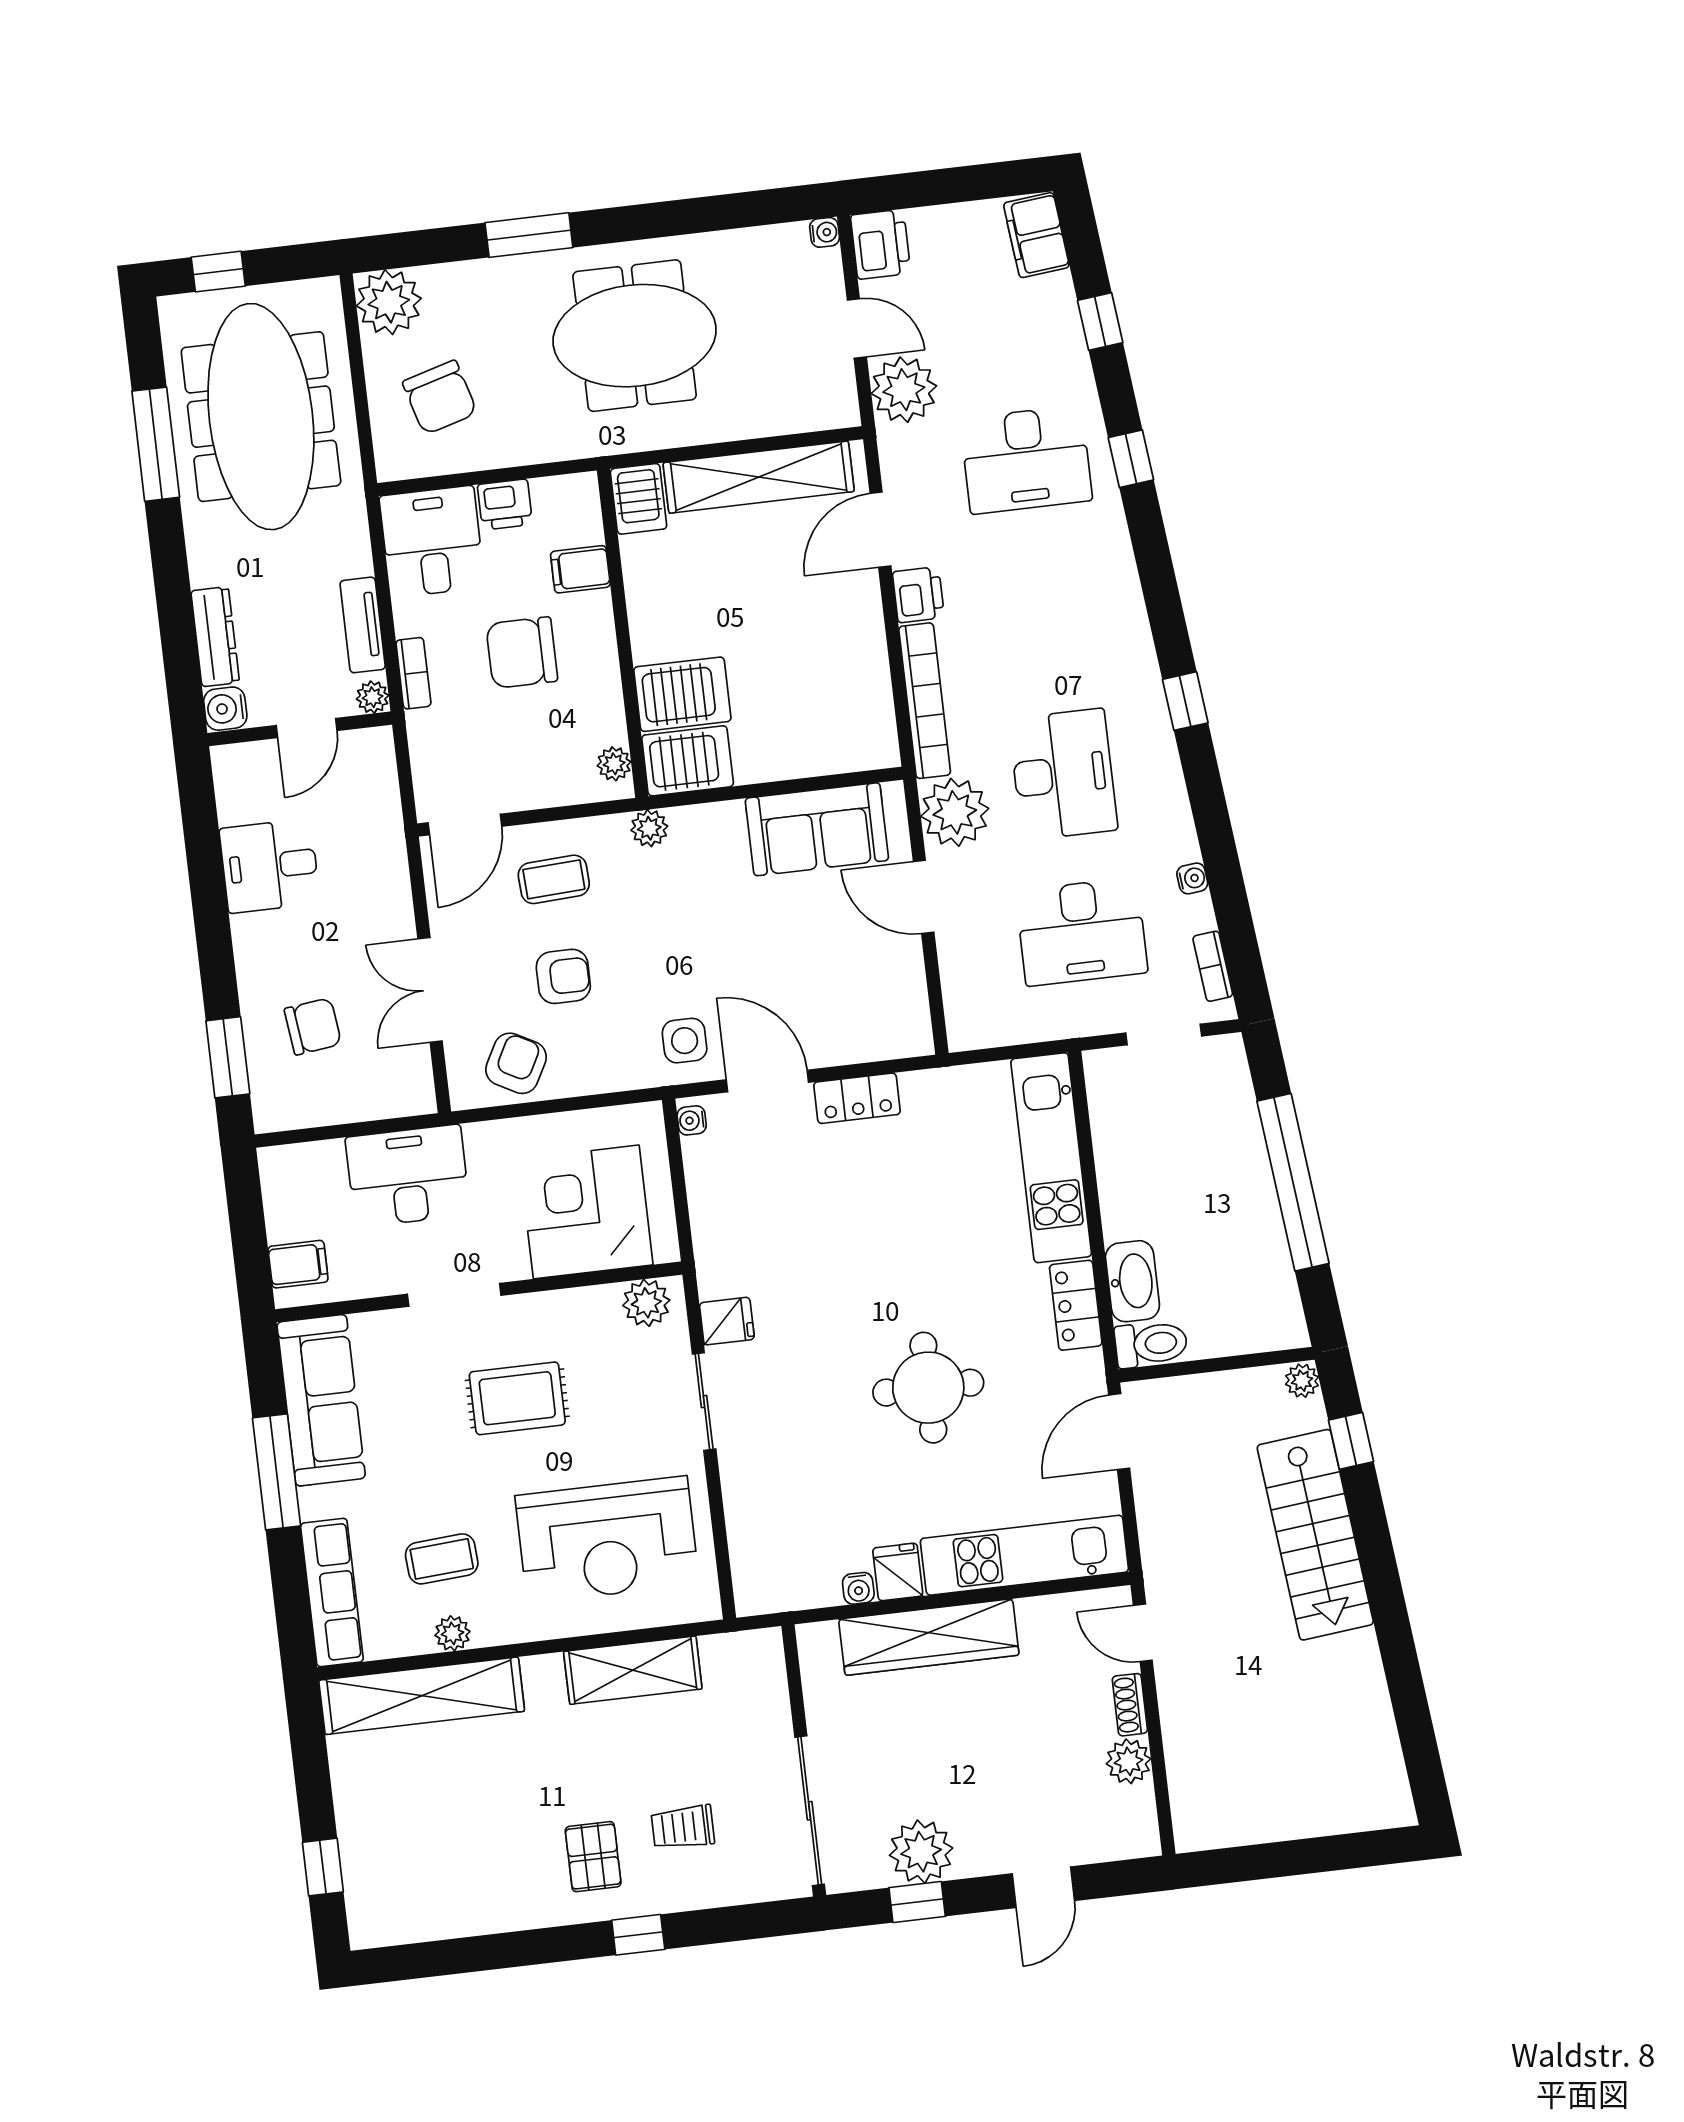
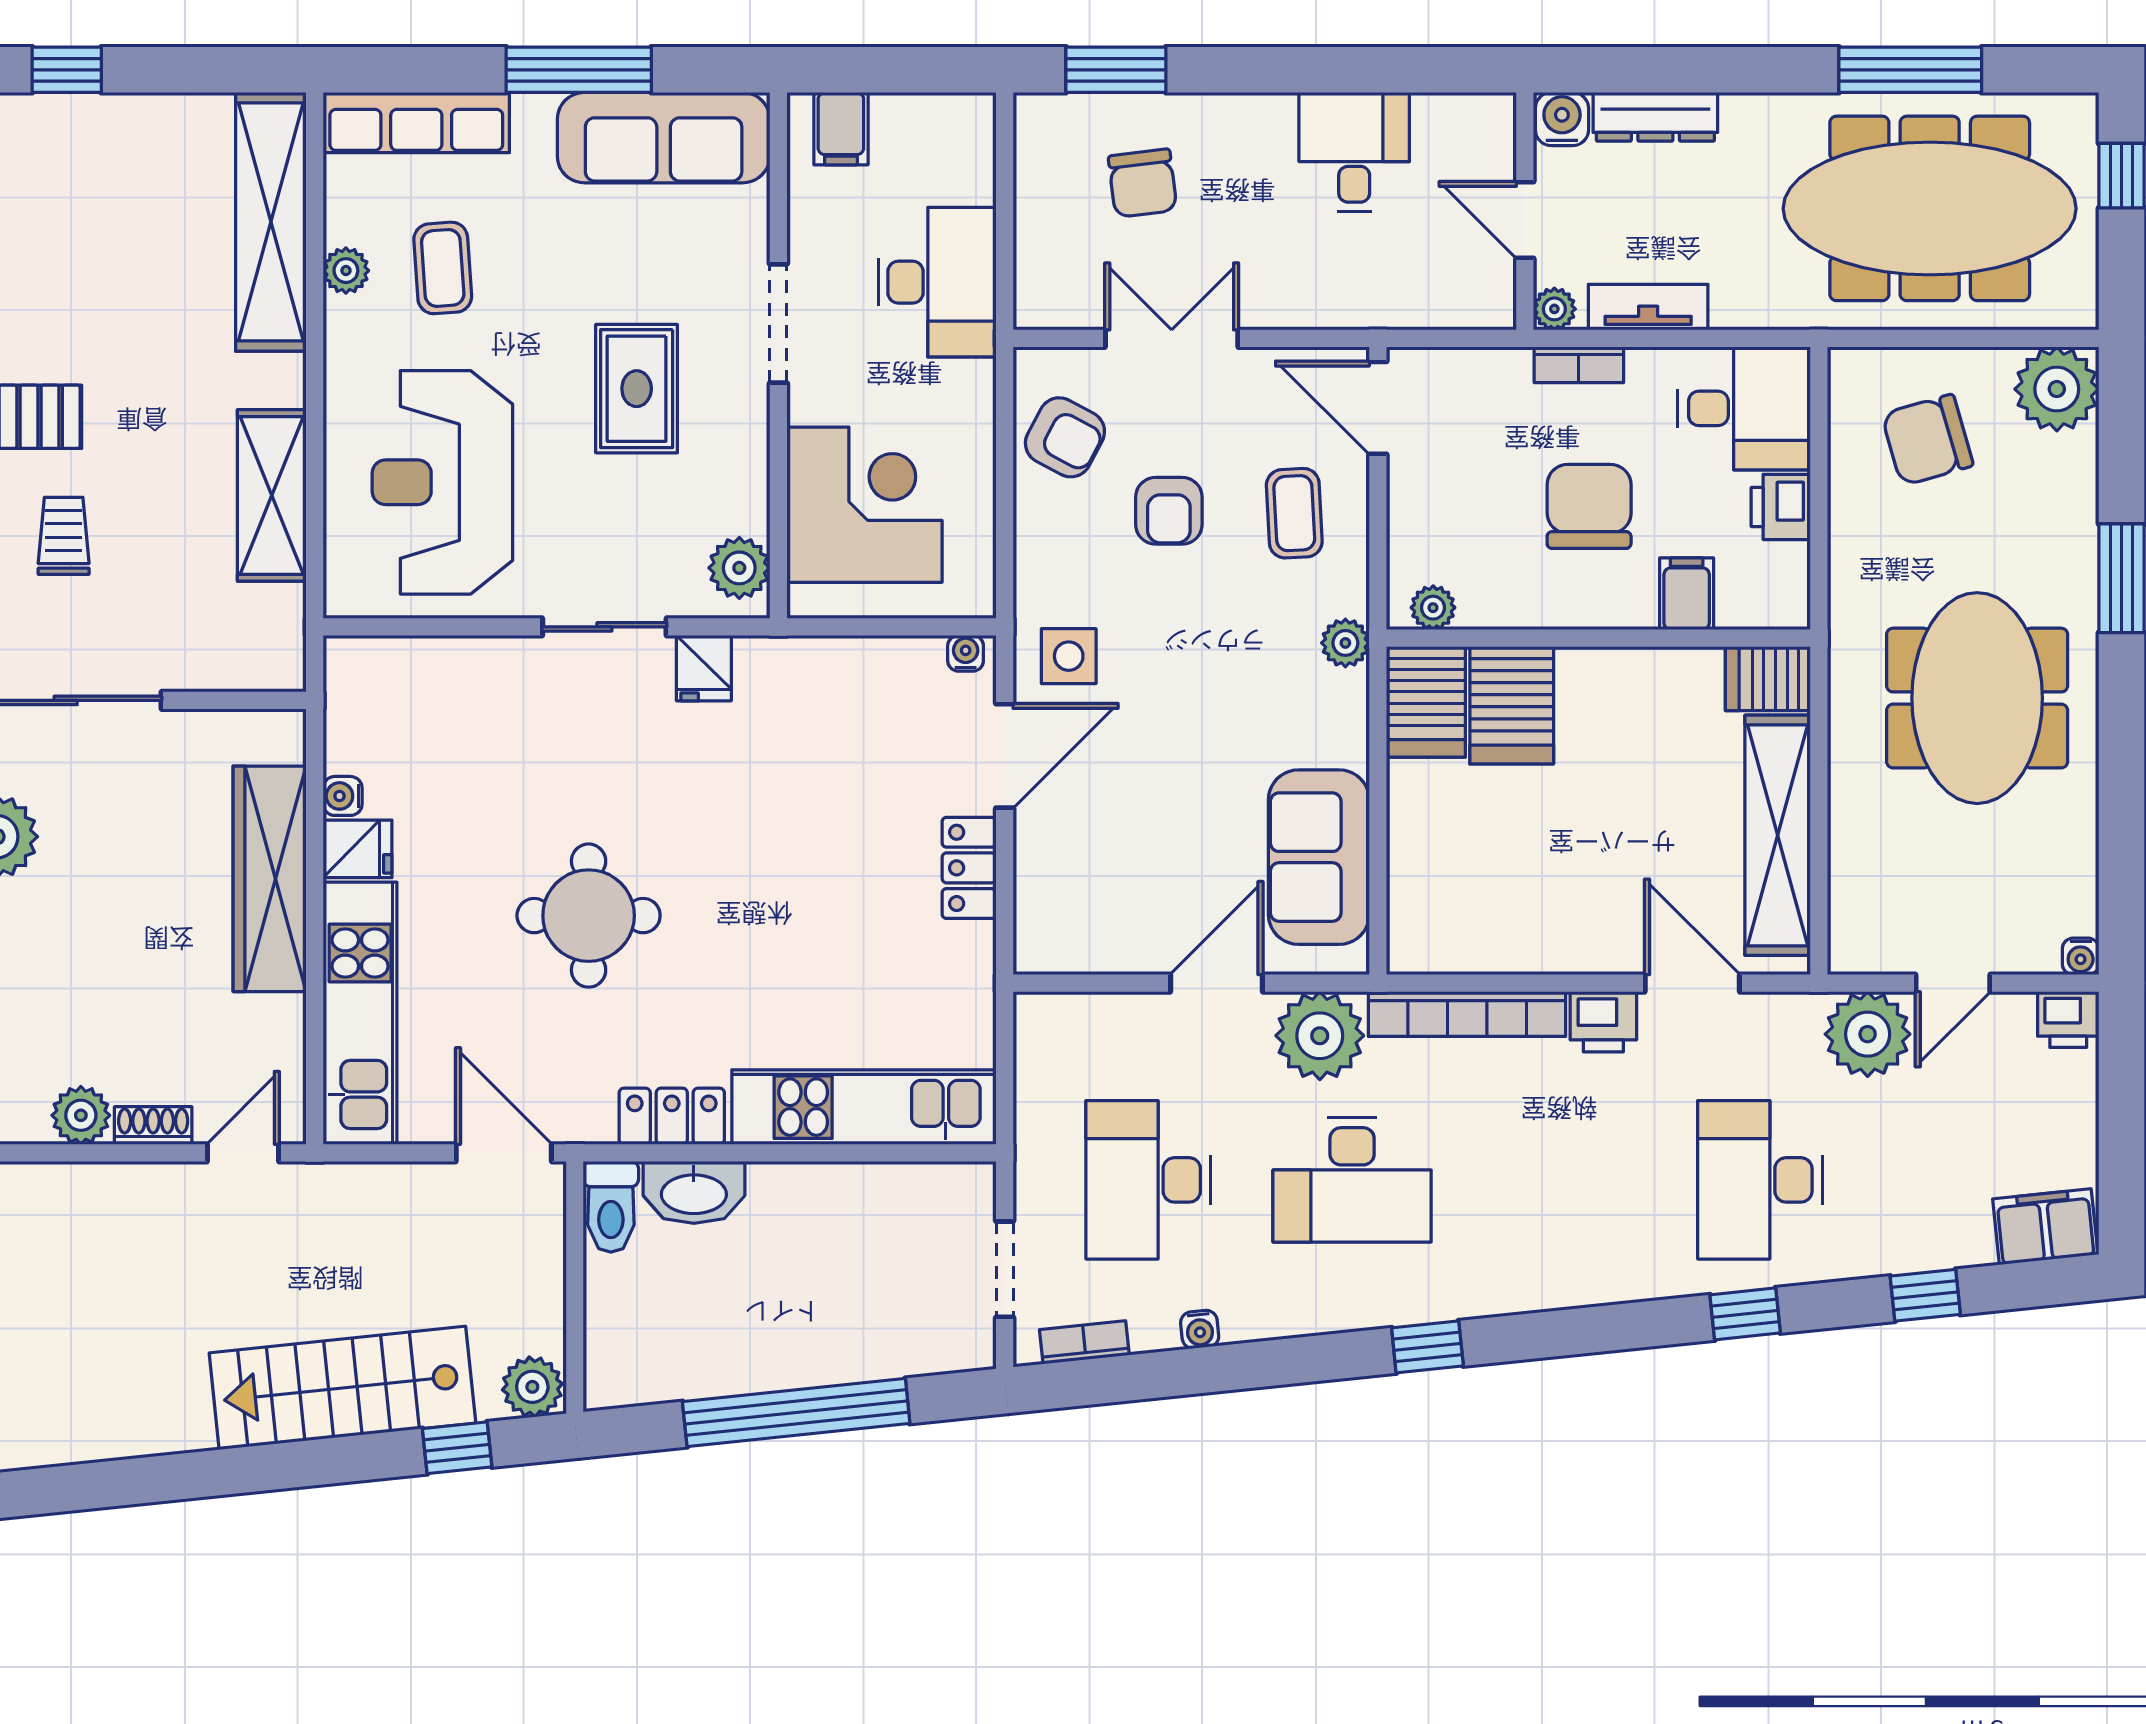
printer: (881, 244) -> (2068, 1020), width x0.73, depth x0.81
plant: (1302, 1381) -> (532, 1387), width x1.38, depth x1.38

